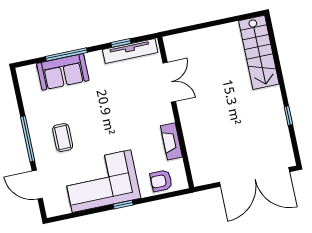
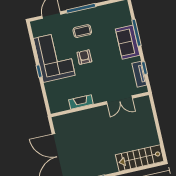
tv unit: (130, 51) -> (139, 74), width x0.71
sofa: (63, 72) -> (128, 42), moved
armchair: (161, 181) -> (84, 57), moved

